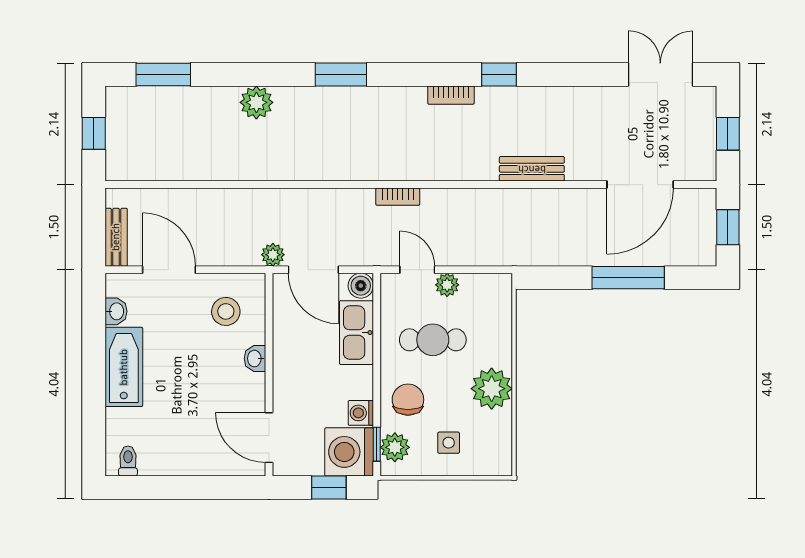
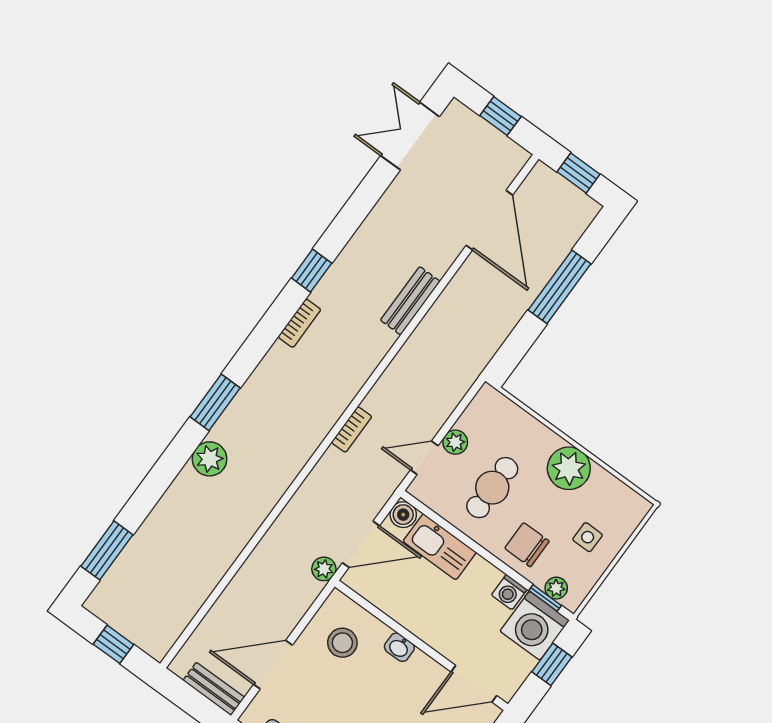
plant: (256, 102) -> (210, 459), moved
plant: (395, 447) -> (556, 588), width x0.73, depth x0.73

